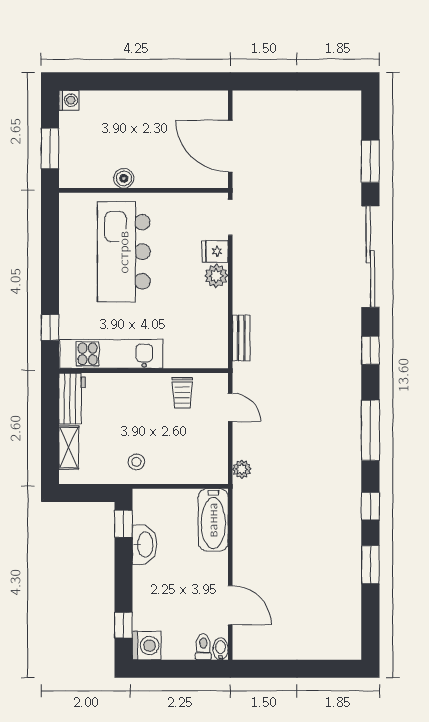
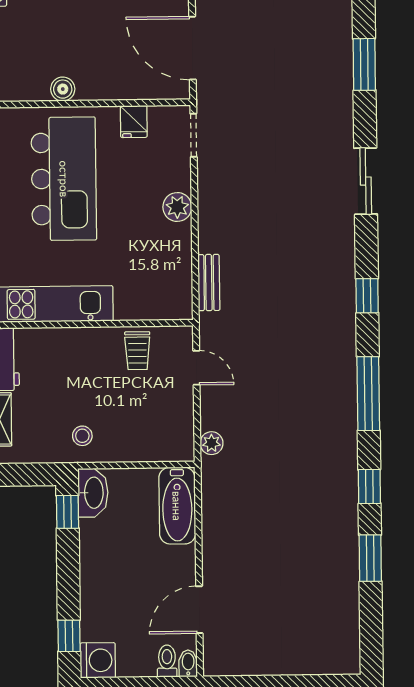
fridge: (215, 251) -> (134, 122), moved, turned -90
kitchen island: (124, 252) -> (64, 179), turned 180
sliding door: (370, 257) -> (366, 181), width x0.54
washbasin: (144, 545) -> (93, 493), moved
door: (230, 605) -> (199, 610), swing flipped

